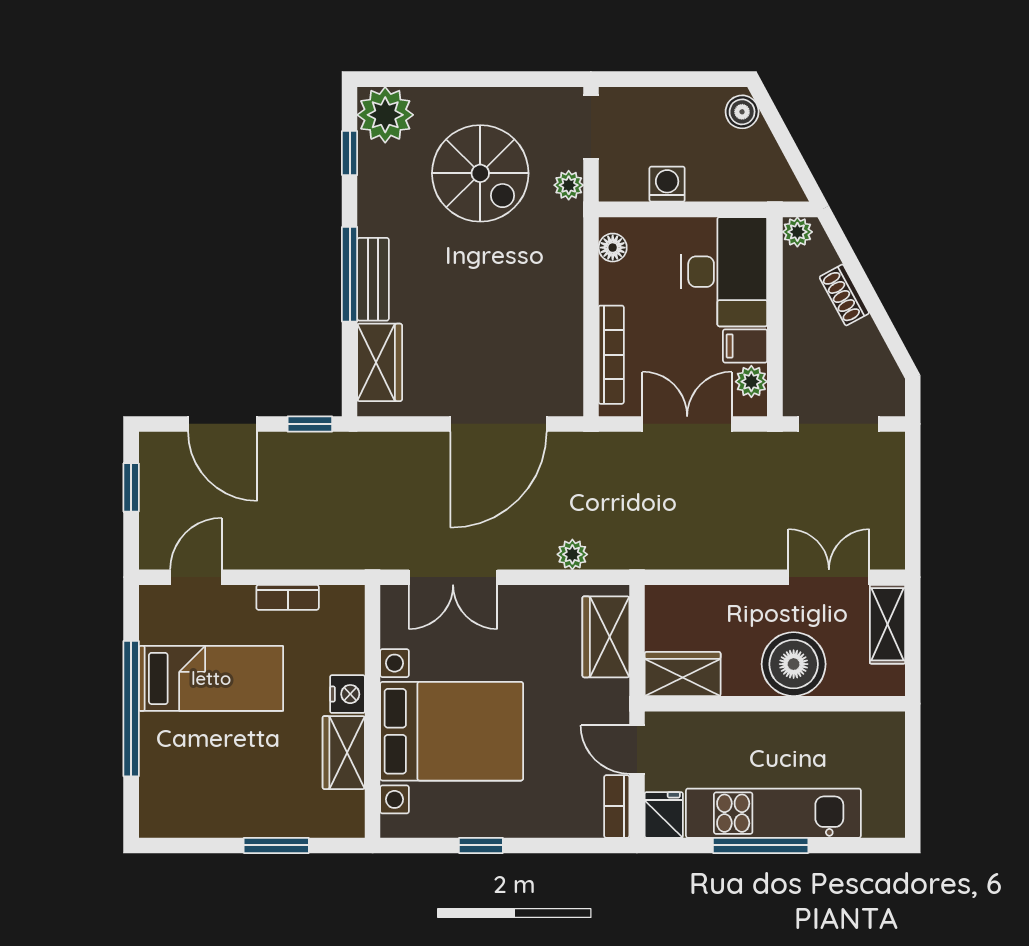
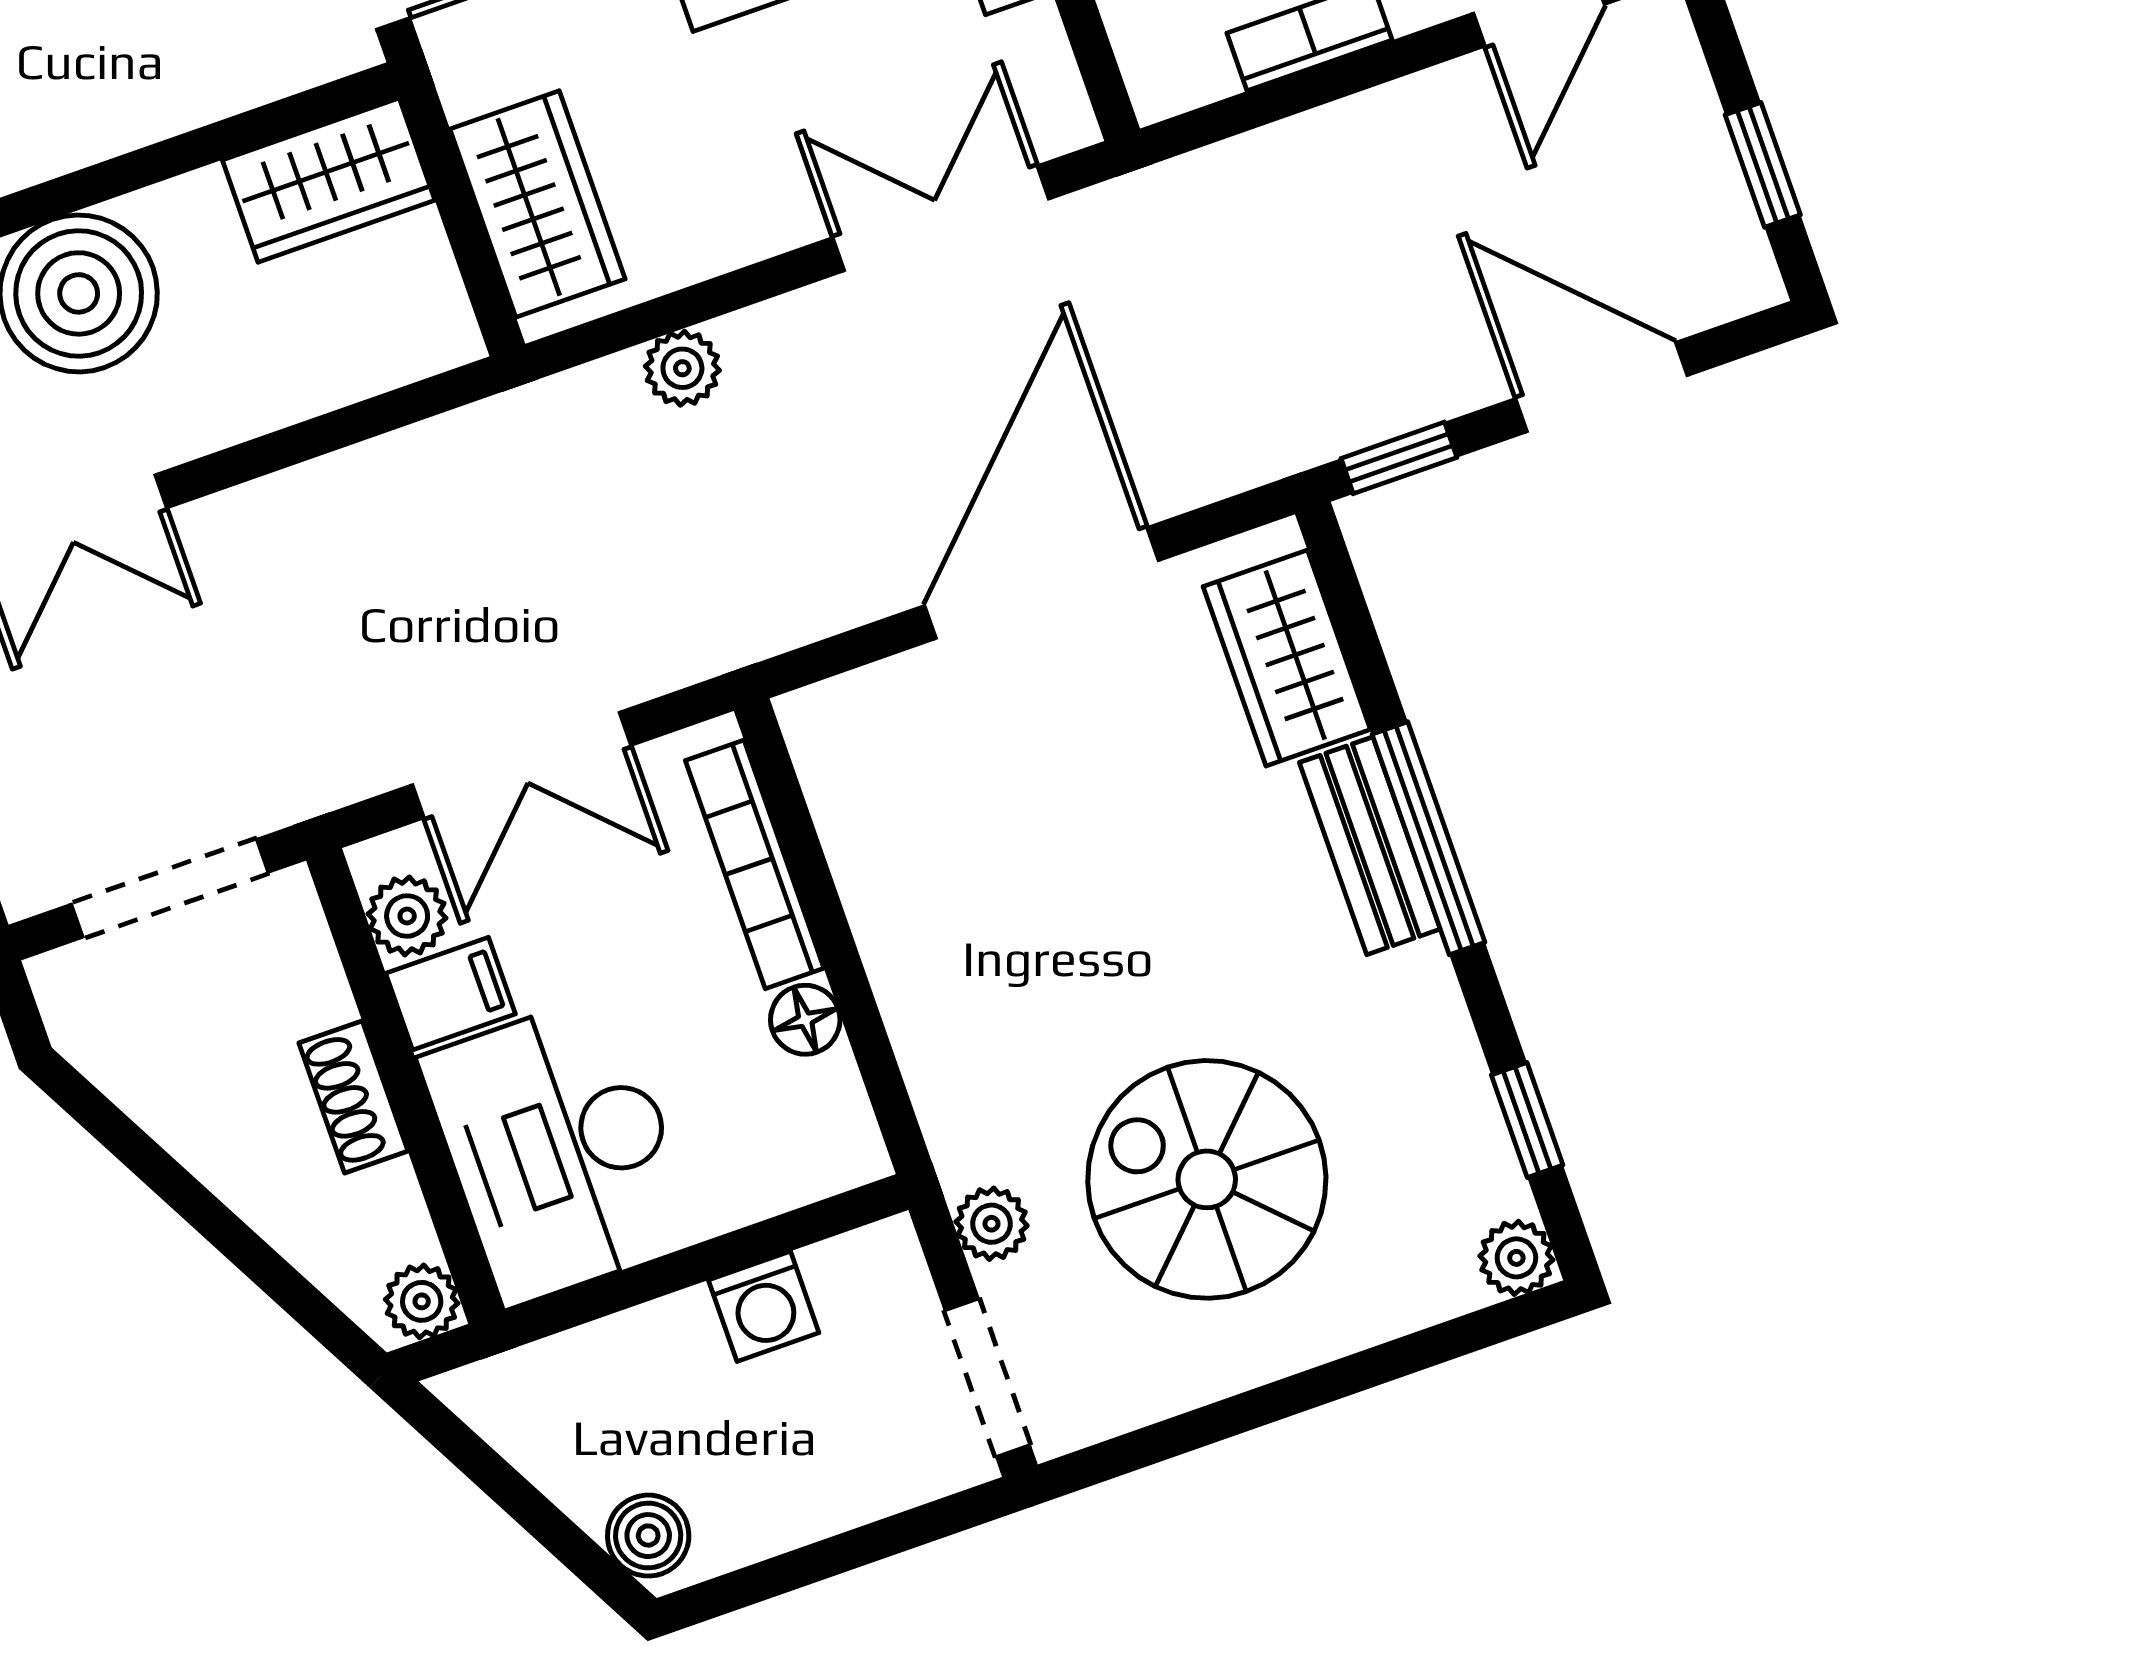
plant: (385, 115) -> (1516, 1258), width x0.53, depth x0.53
floor lamp: (613, 248) -> (805, 1020), moved
shoe rack: (844, 295) -> (353, 1097), moved, turned -152
door: (498, 424) -> (1042, 583), moved

